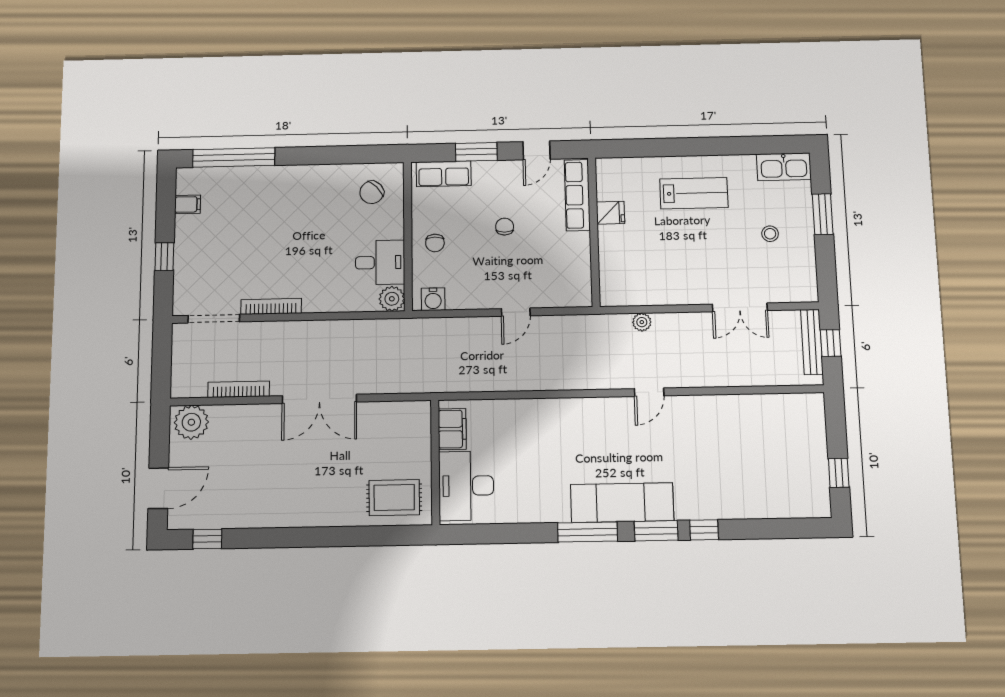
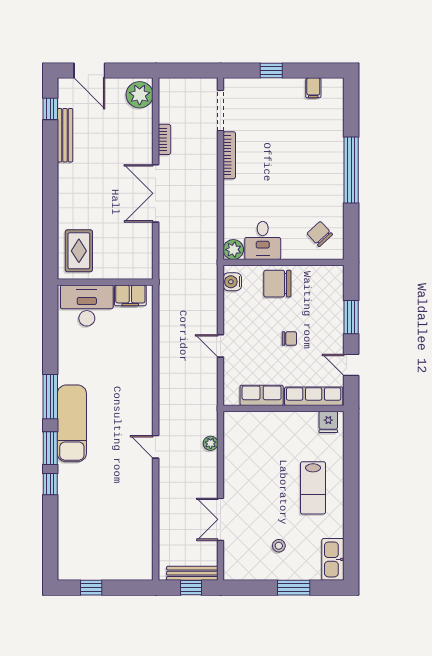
window: (234, 158) -> (351, 170), moved
row of seats: (444, 174) -> (262, 395), moved, turned 90
fridge: (611, 213) -> (328, 422), moved
chair: (435, 243) -> (277, 284), width x1.87, depth x1.87
bookcase: (239, 389) -> (164, 139), width x0.64
bench: (242, 519) -> (65, 135), added

